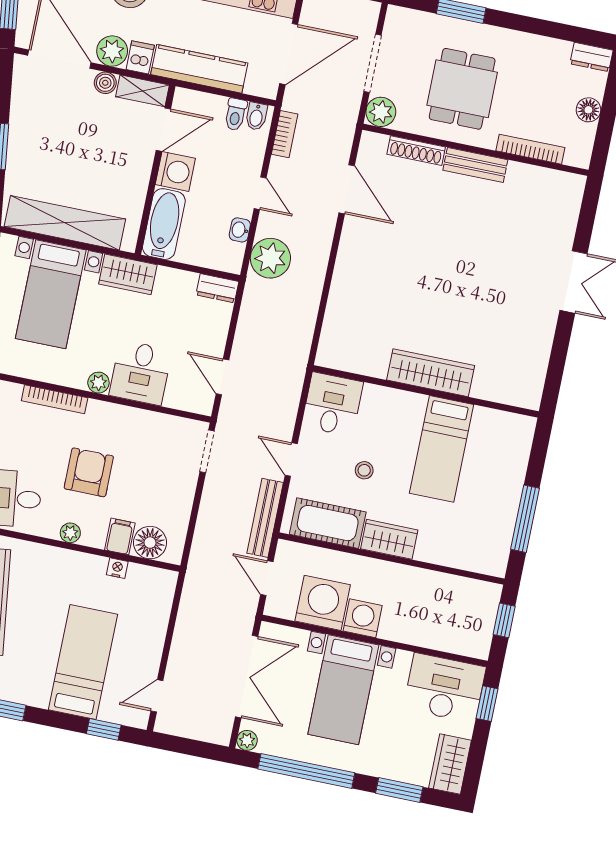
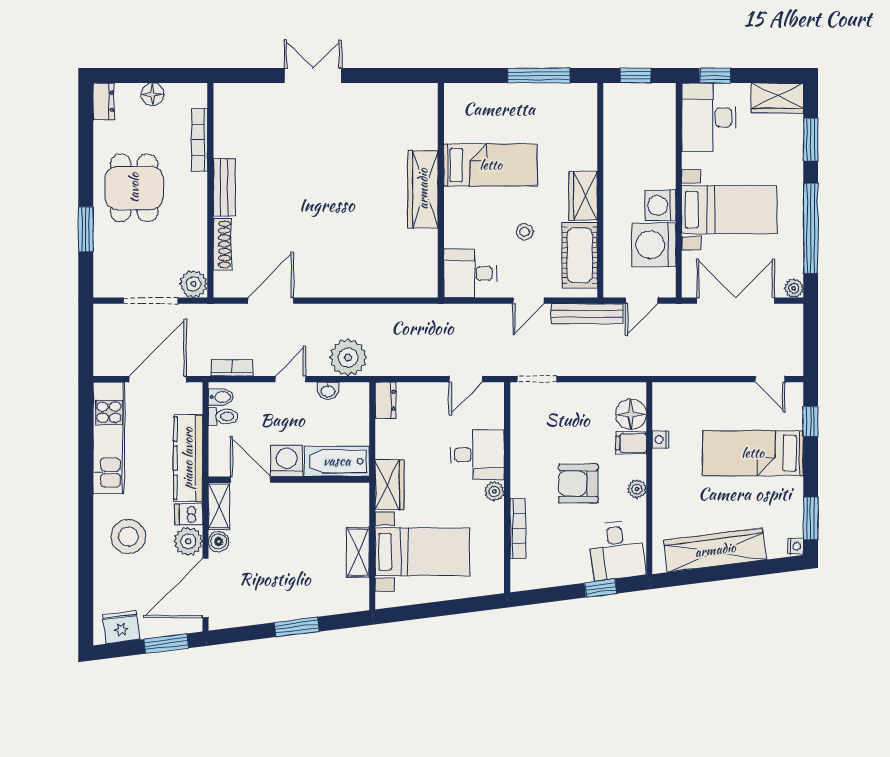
door: (289, 54) -> (158, 379), hinge flipped
dining table: (462, 89) -> (134, 188), moved, turned 90
shelving: (65, 223) -> (358, 552), width x0.45, depth x0.75

